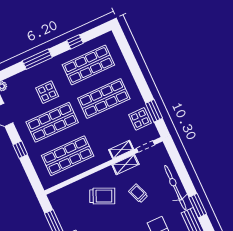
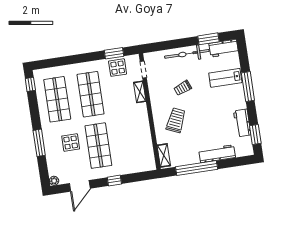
window: (75, 42) -> (30, 84), moved
shop shelf: (68, 156) -> (132, 140), removed
shelving: (125, 165) -> (164, 155), moved

